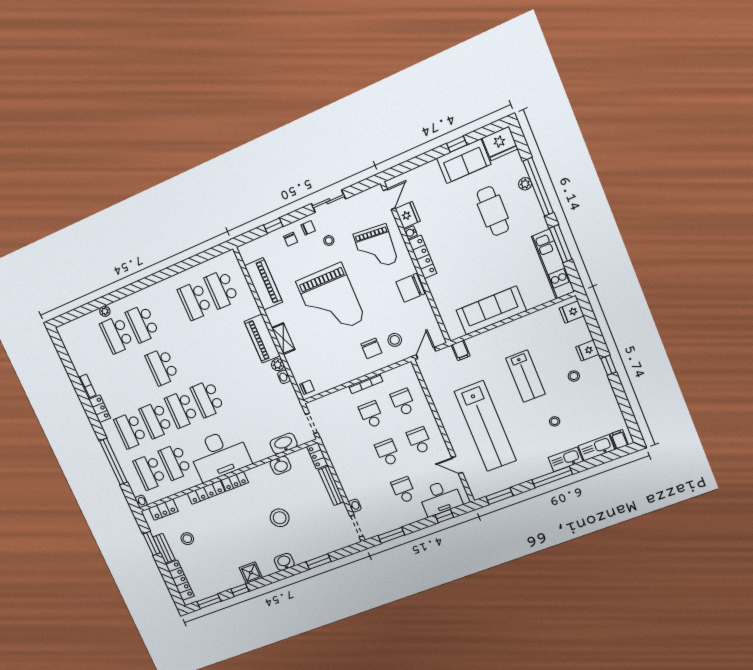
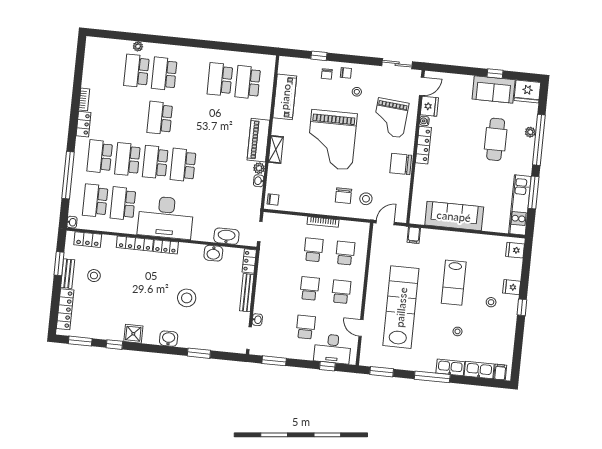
sliding door: (328, 201) -> (397, 64), moved
lab bench: (485, 426) -> (401, 307), turned 180

